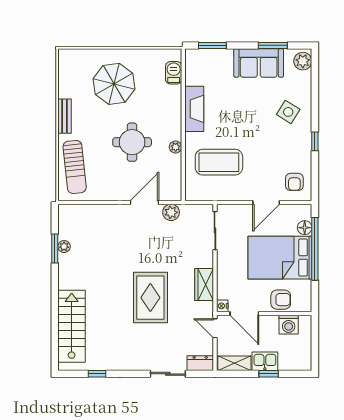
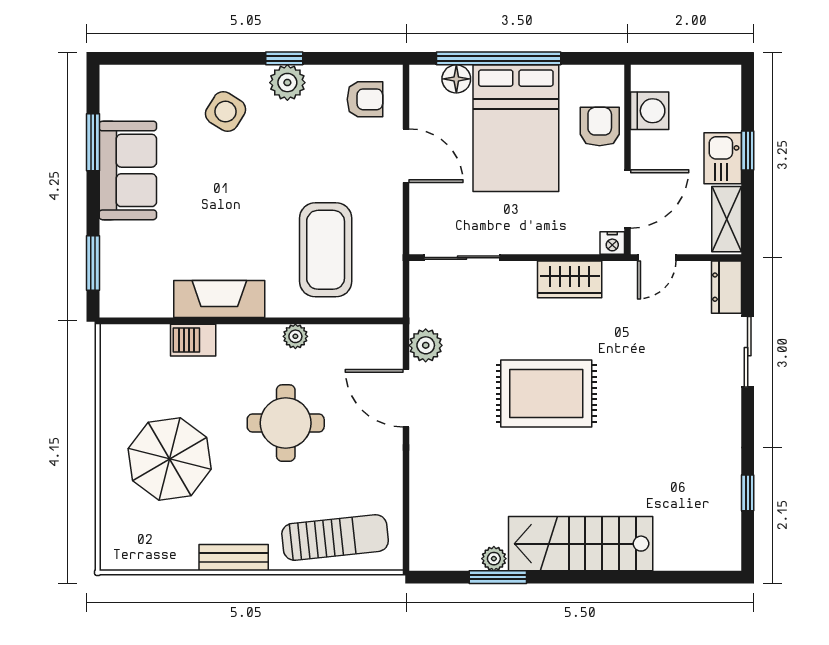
plant: (303, 61) -> (287, 83), moved
barbecue: (174, 73) -> (193, 340), moved
rug: (150, 298) -> (546, 394), moved
stairs: (72, 326) -> (581, 544), moved

